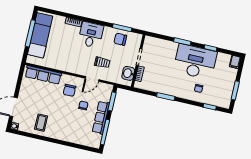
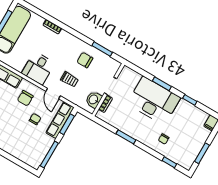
desk: (91, 35) -> (38, 68), moved, turned 180
chair: (120, 39) -> (85, 60), moved
desk: (195, 62) -> (154, 101), moved
door: (92, 79) -> (53, 94), hinge flipped
row of seats: (101, 118) -> (60, 120), moved

